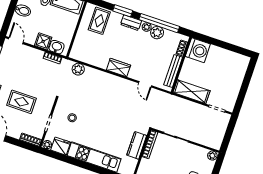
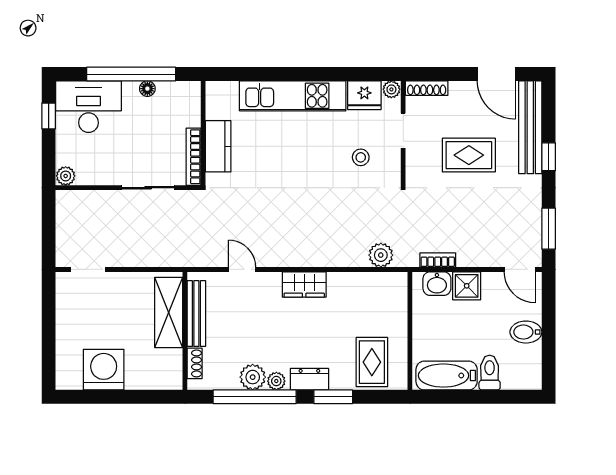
washing machine: (198, 50) -> (104, 370), moved, turned 90
shelving: (192, 92) -> (169, 312), moved, turned 90

